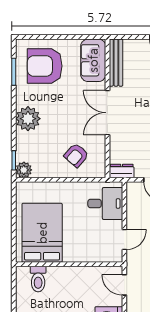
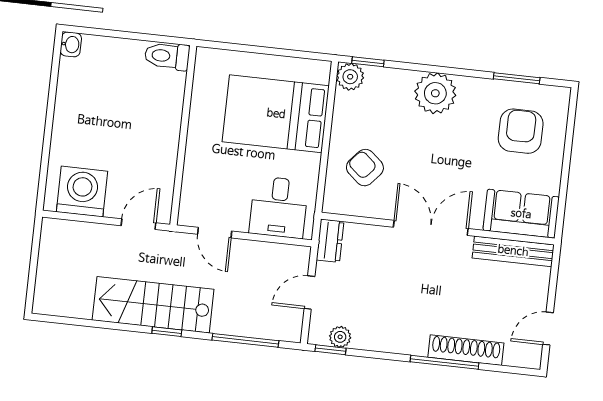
armchair: (45, 66) -> (521, 131), width x0.73, depth x0.73
bed: (42, 233) -> (276, 114), moved, turned 180
toilet: (38, 279) -> (167, 56), moved

